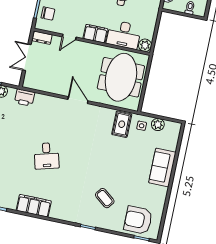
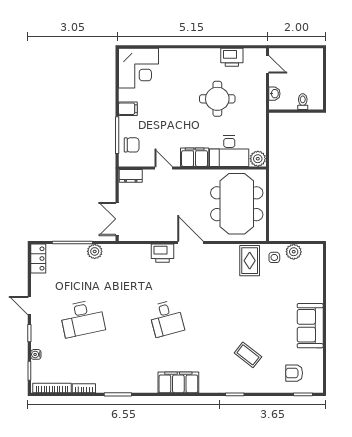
door: (69, 37) -> (164, 168), swing flipped
double door: (27, 57) -> (117, 219), moved
printer: (25, 98) -> (162, 253), moved
sofa: (162, 167) -> (310, 326), moved
filing cabinet: (34, 206) -> (178, 382), moved
armchair: (138, 220) -> (294, 373), width x0.53, depth x0.53

